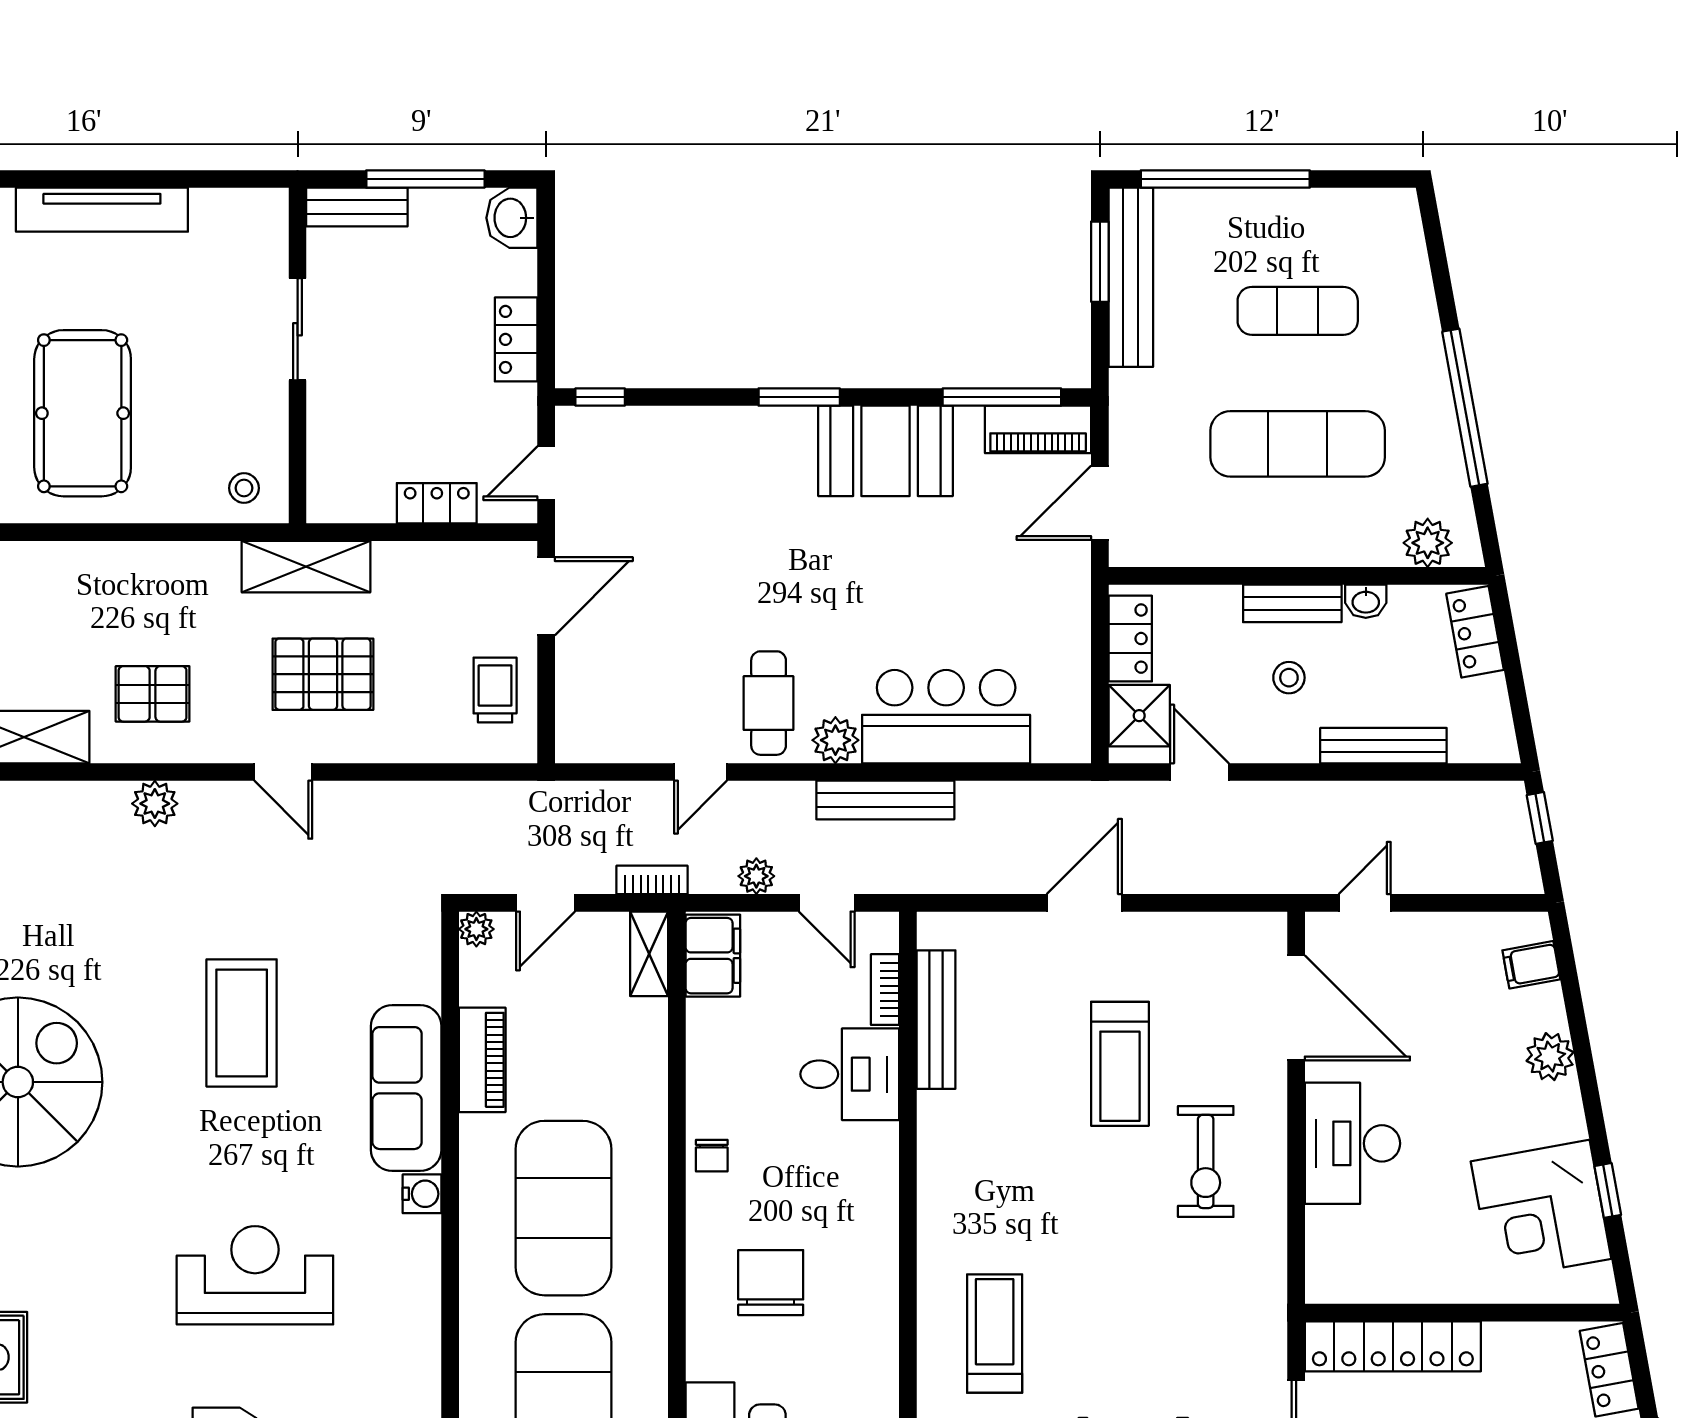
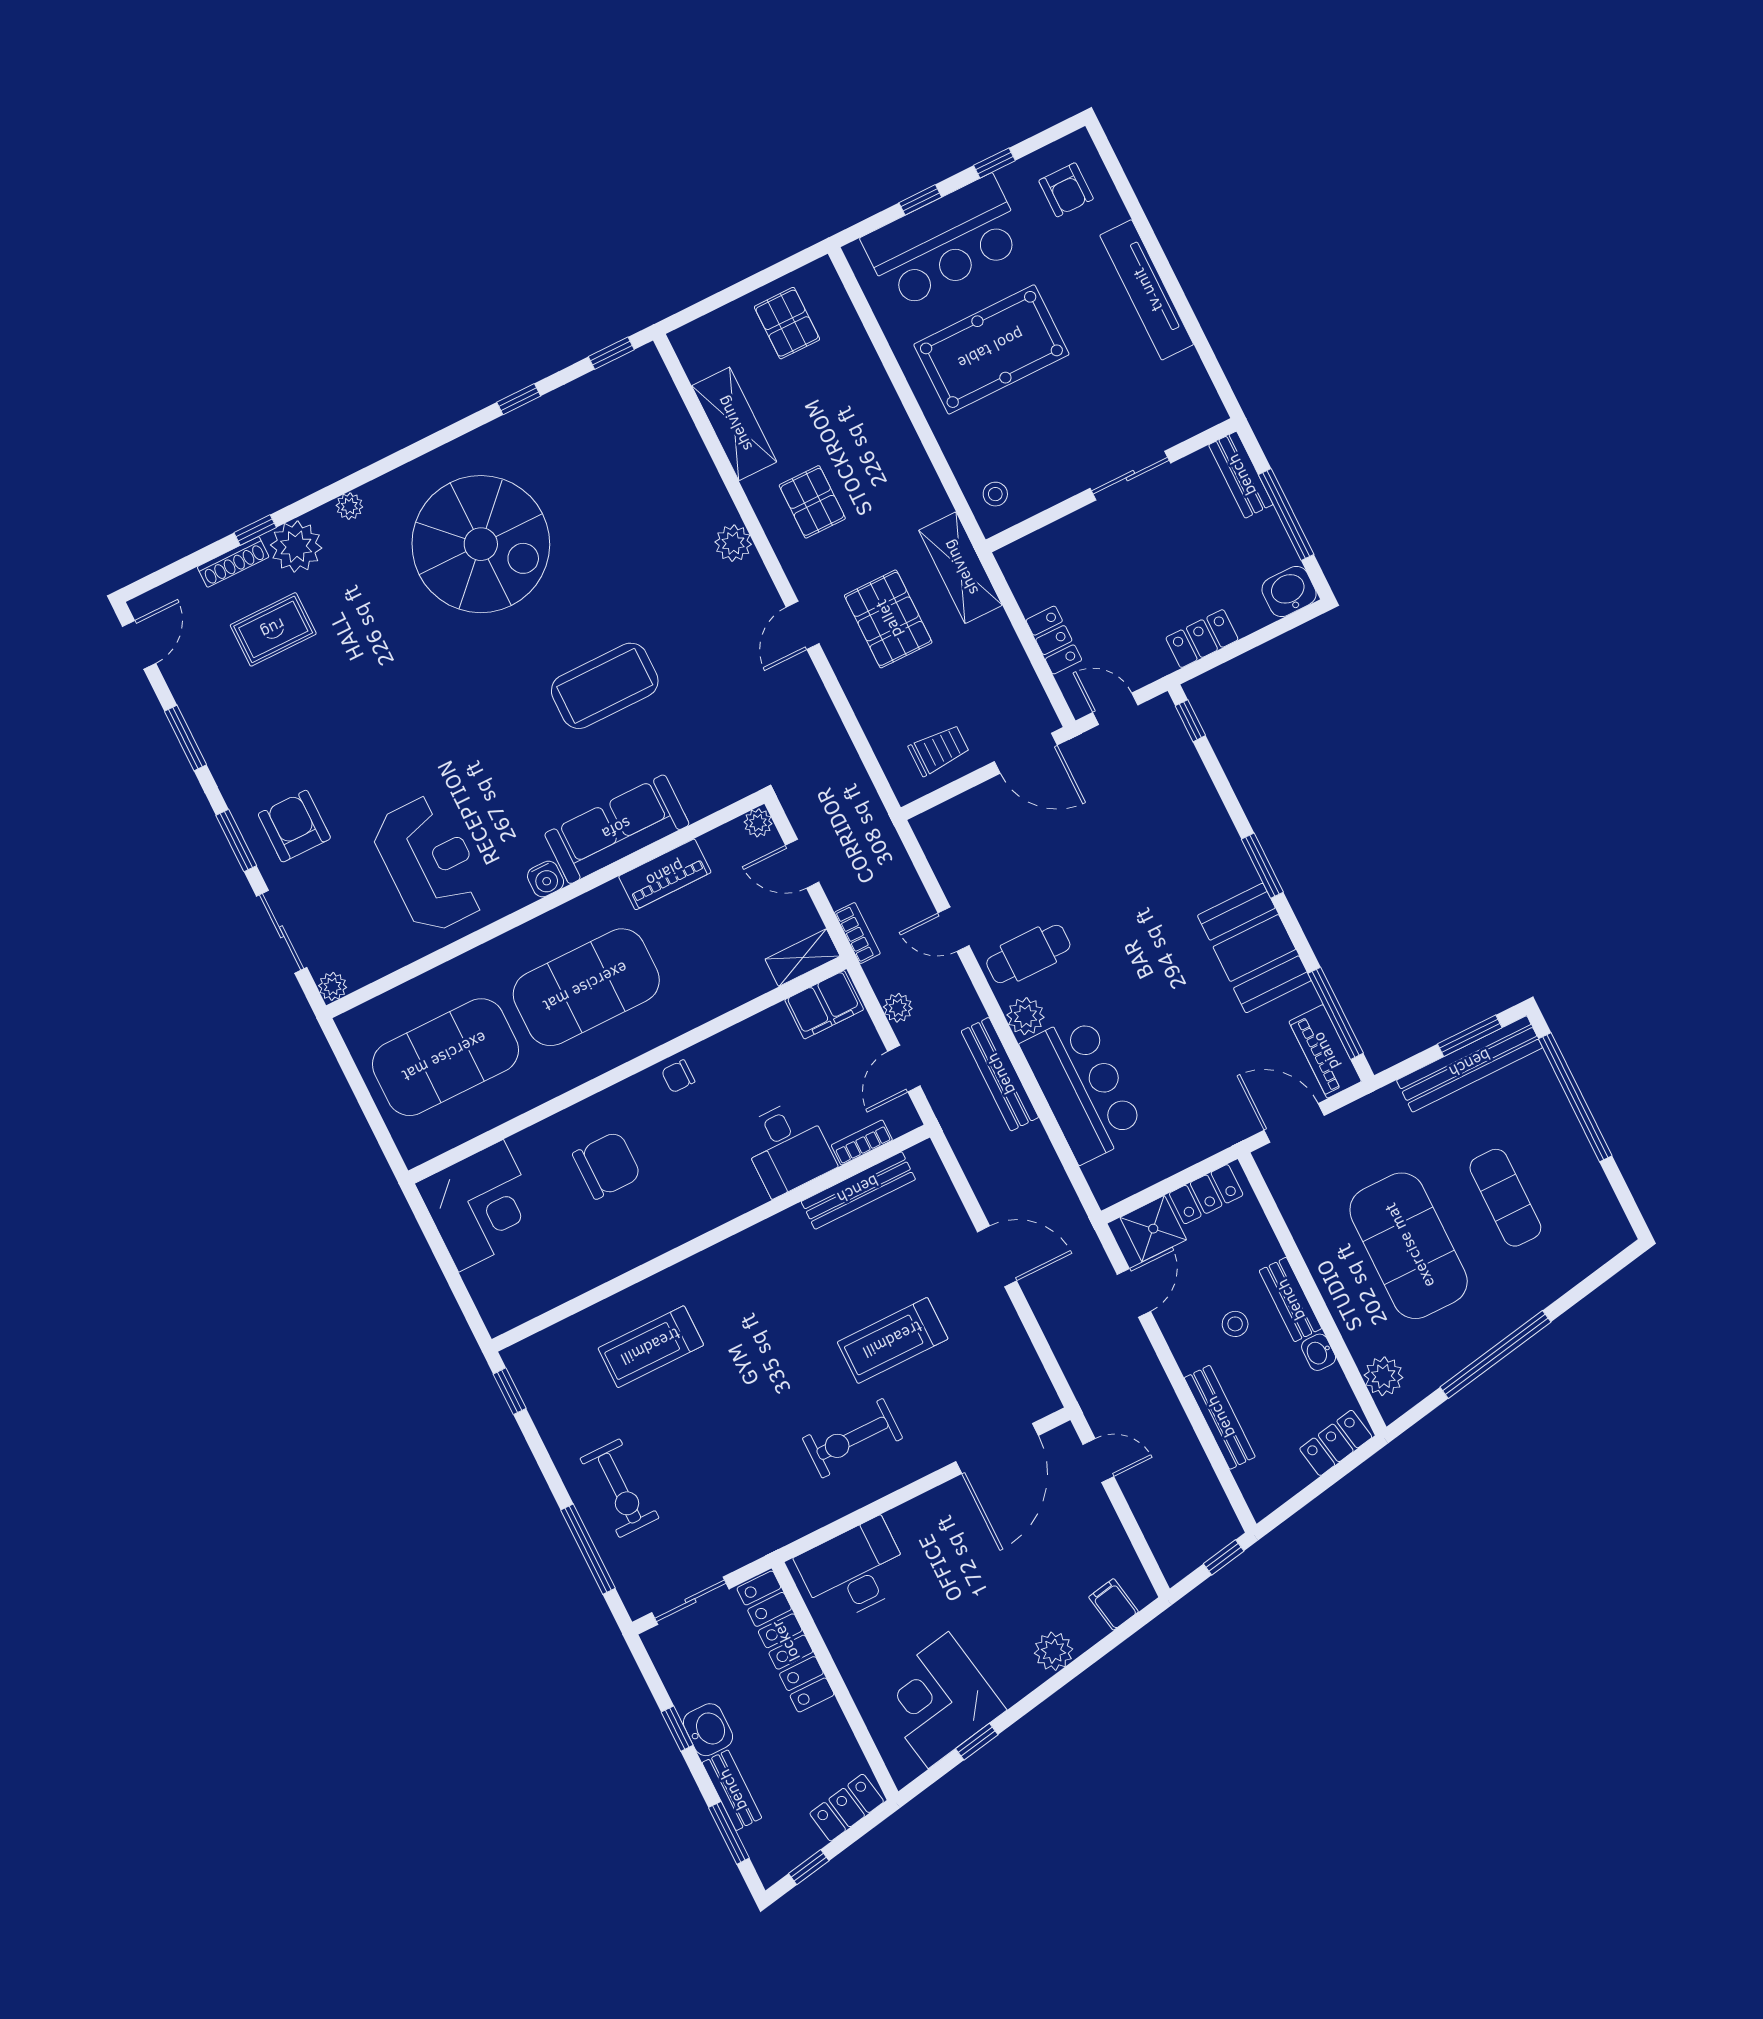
exercise mat: (1298, 444) -> (1409, 1246), width x1.47
desk: (1352, 1143) -> (854, 1571), moved
reception desk: (255, 1275) -> (430, 864), moved
treadmill: (995, 1334) -> (651, 1347), turned 180

